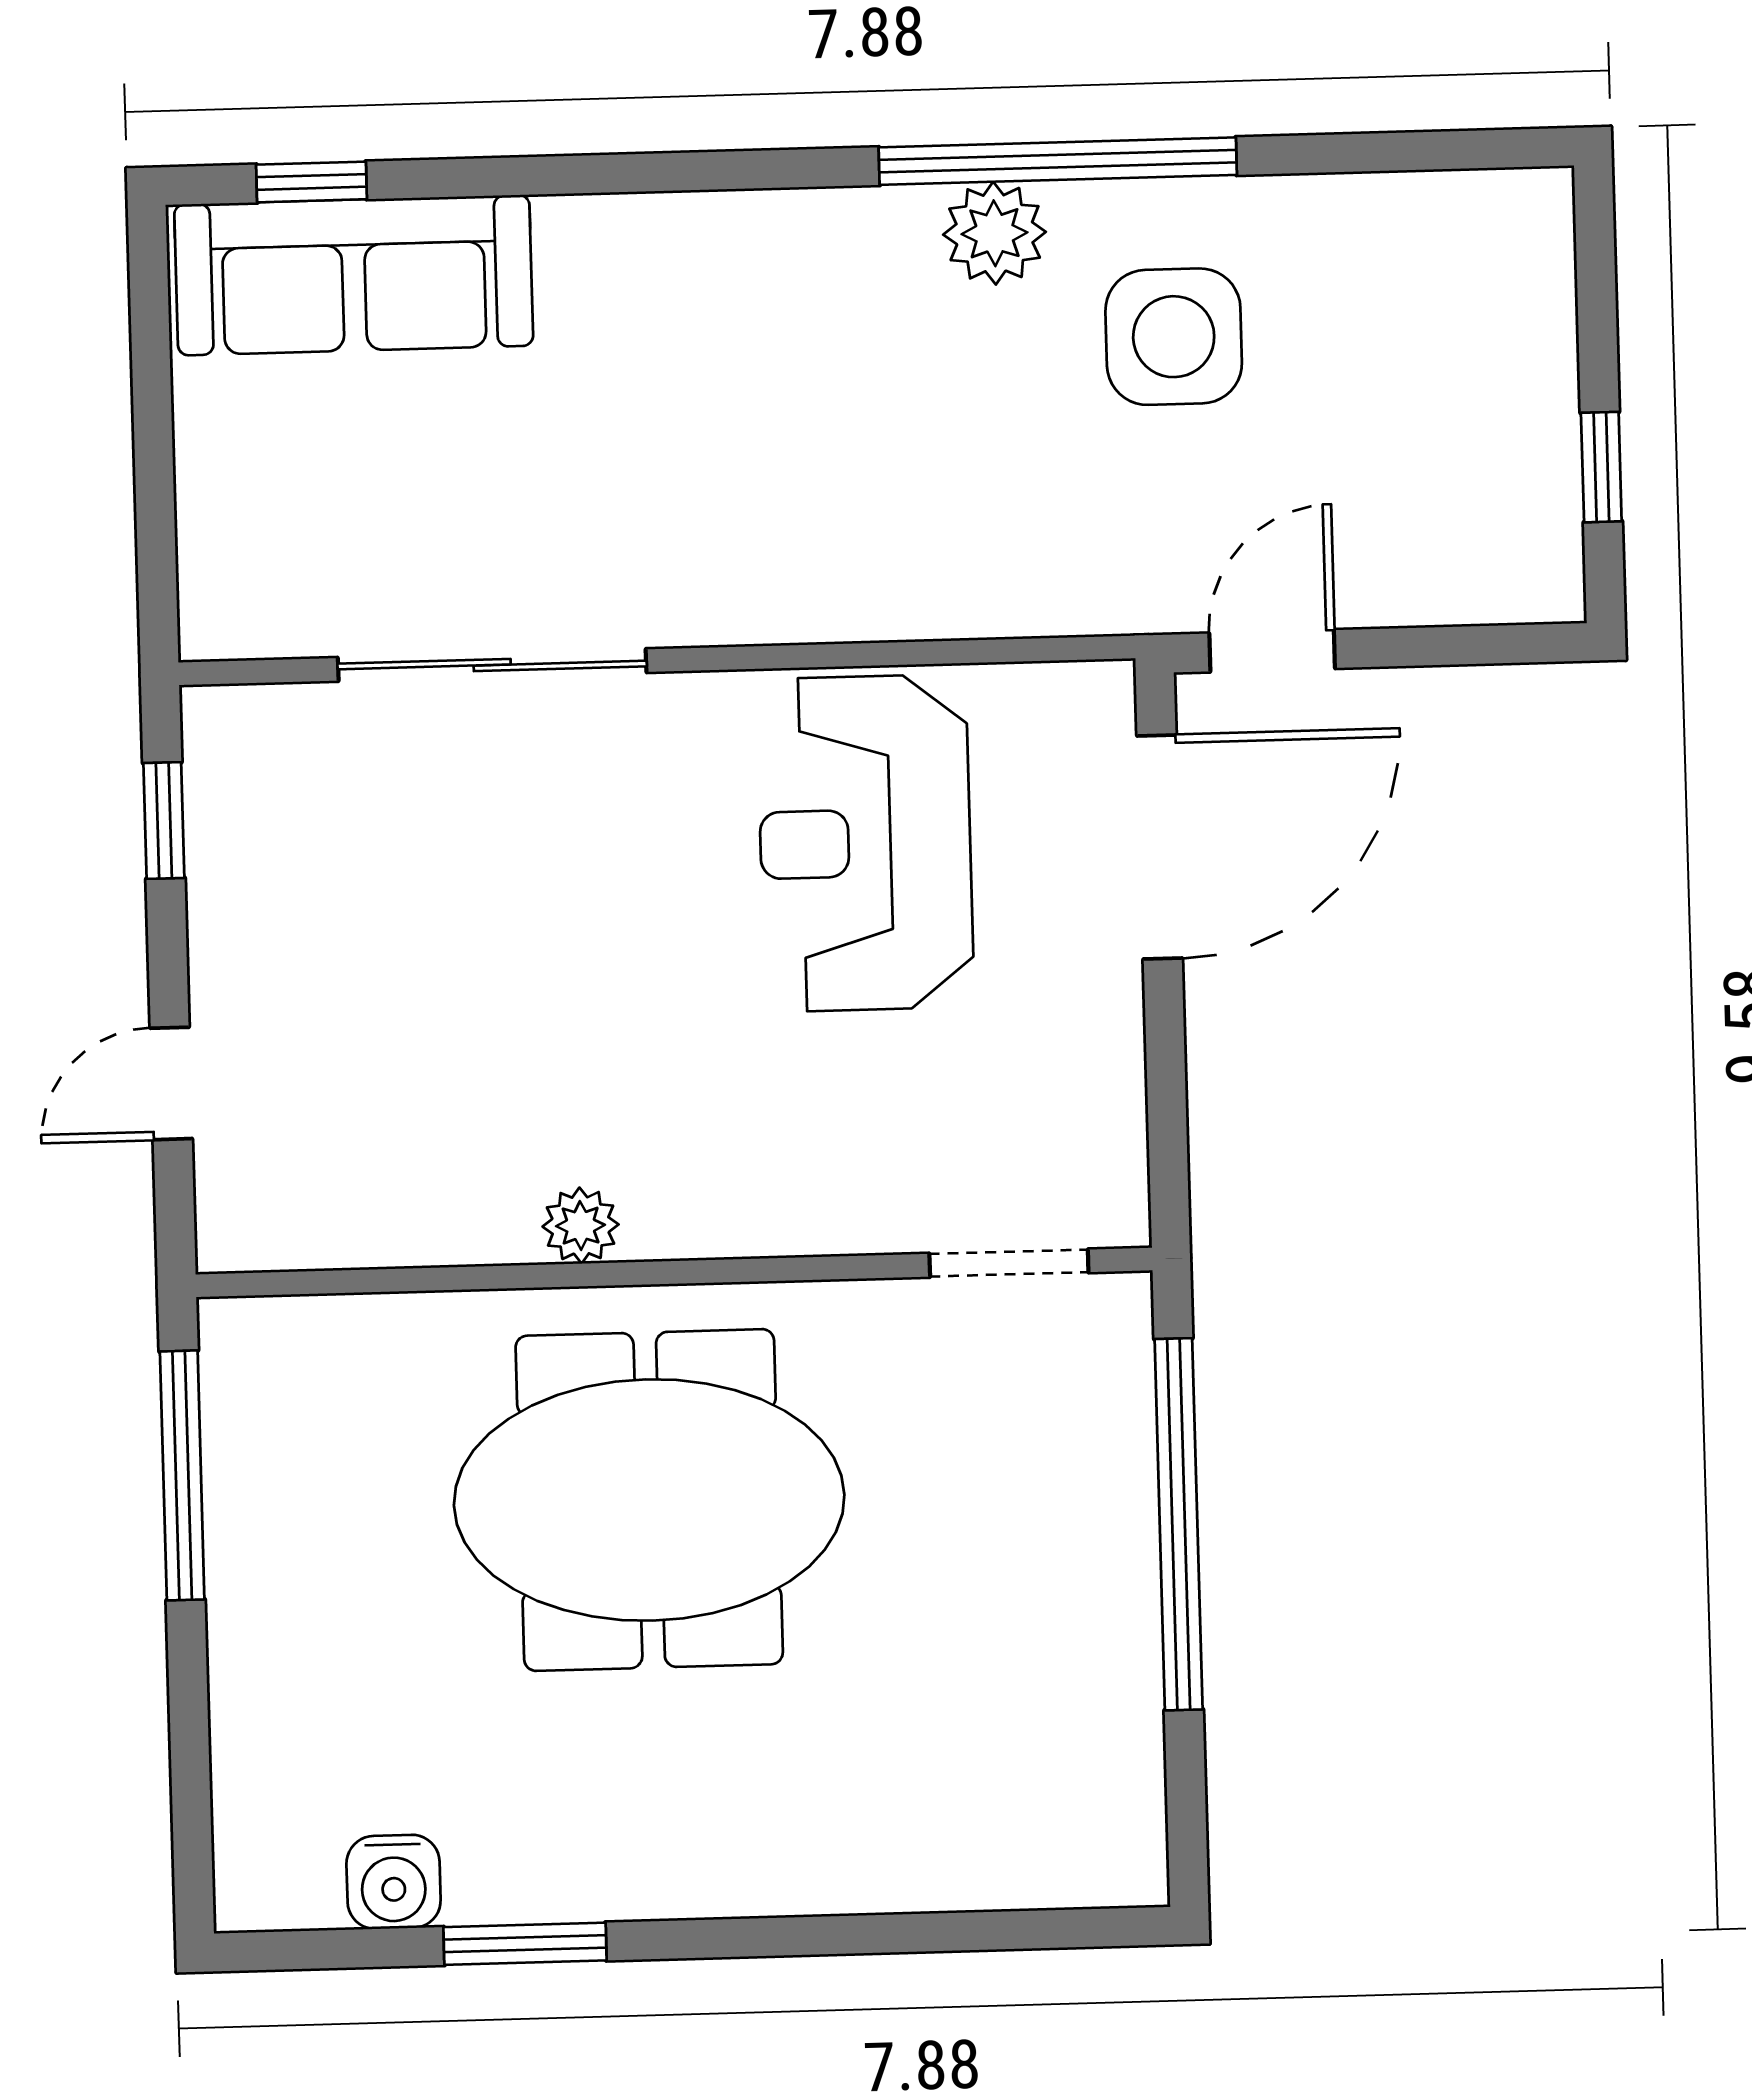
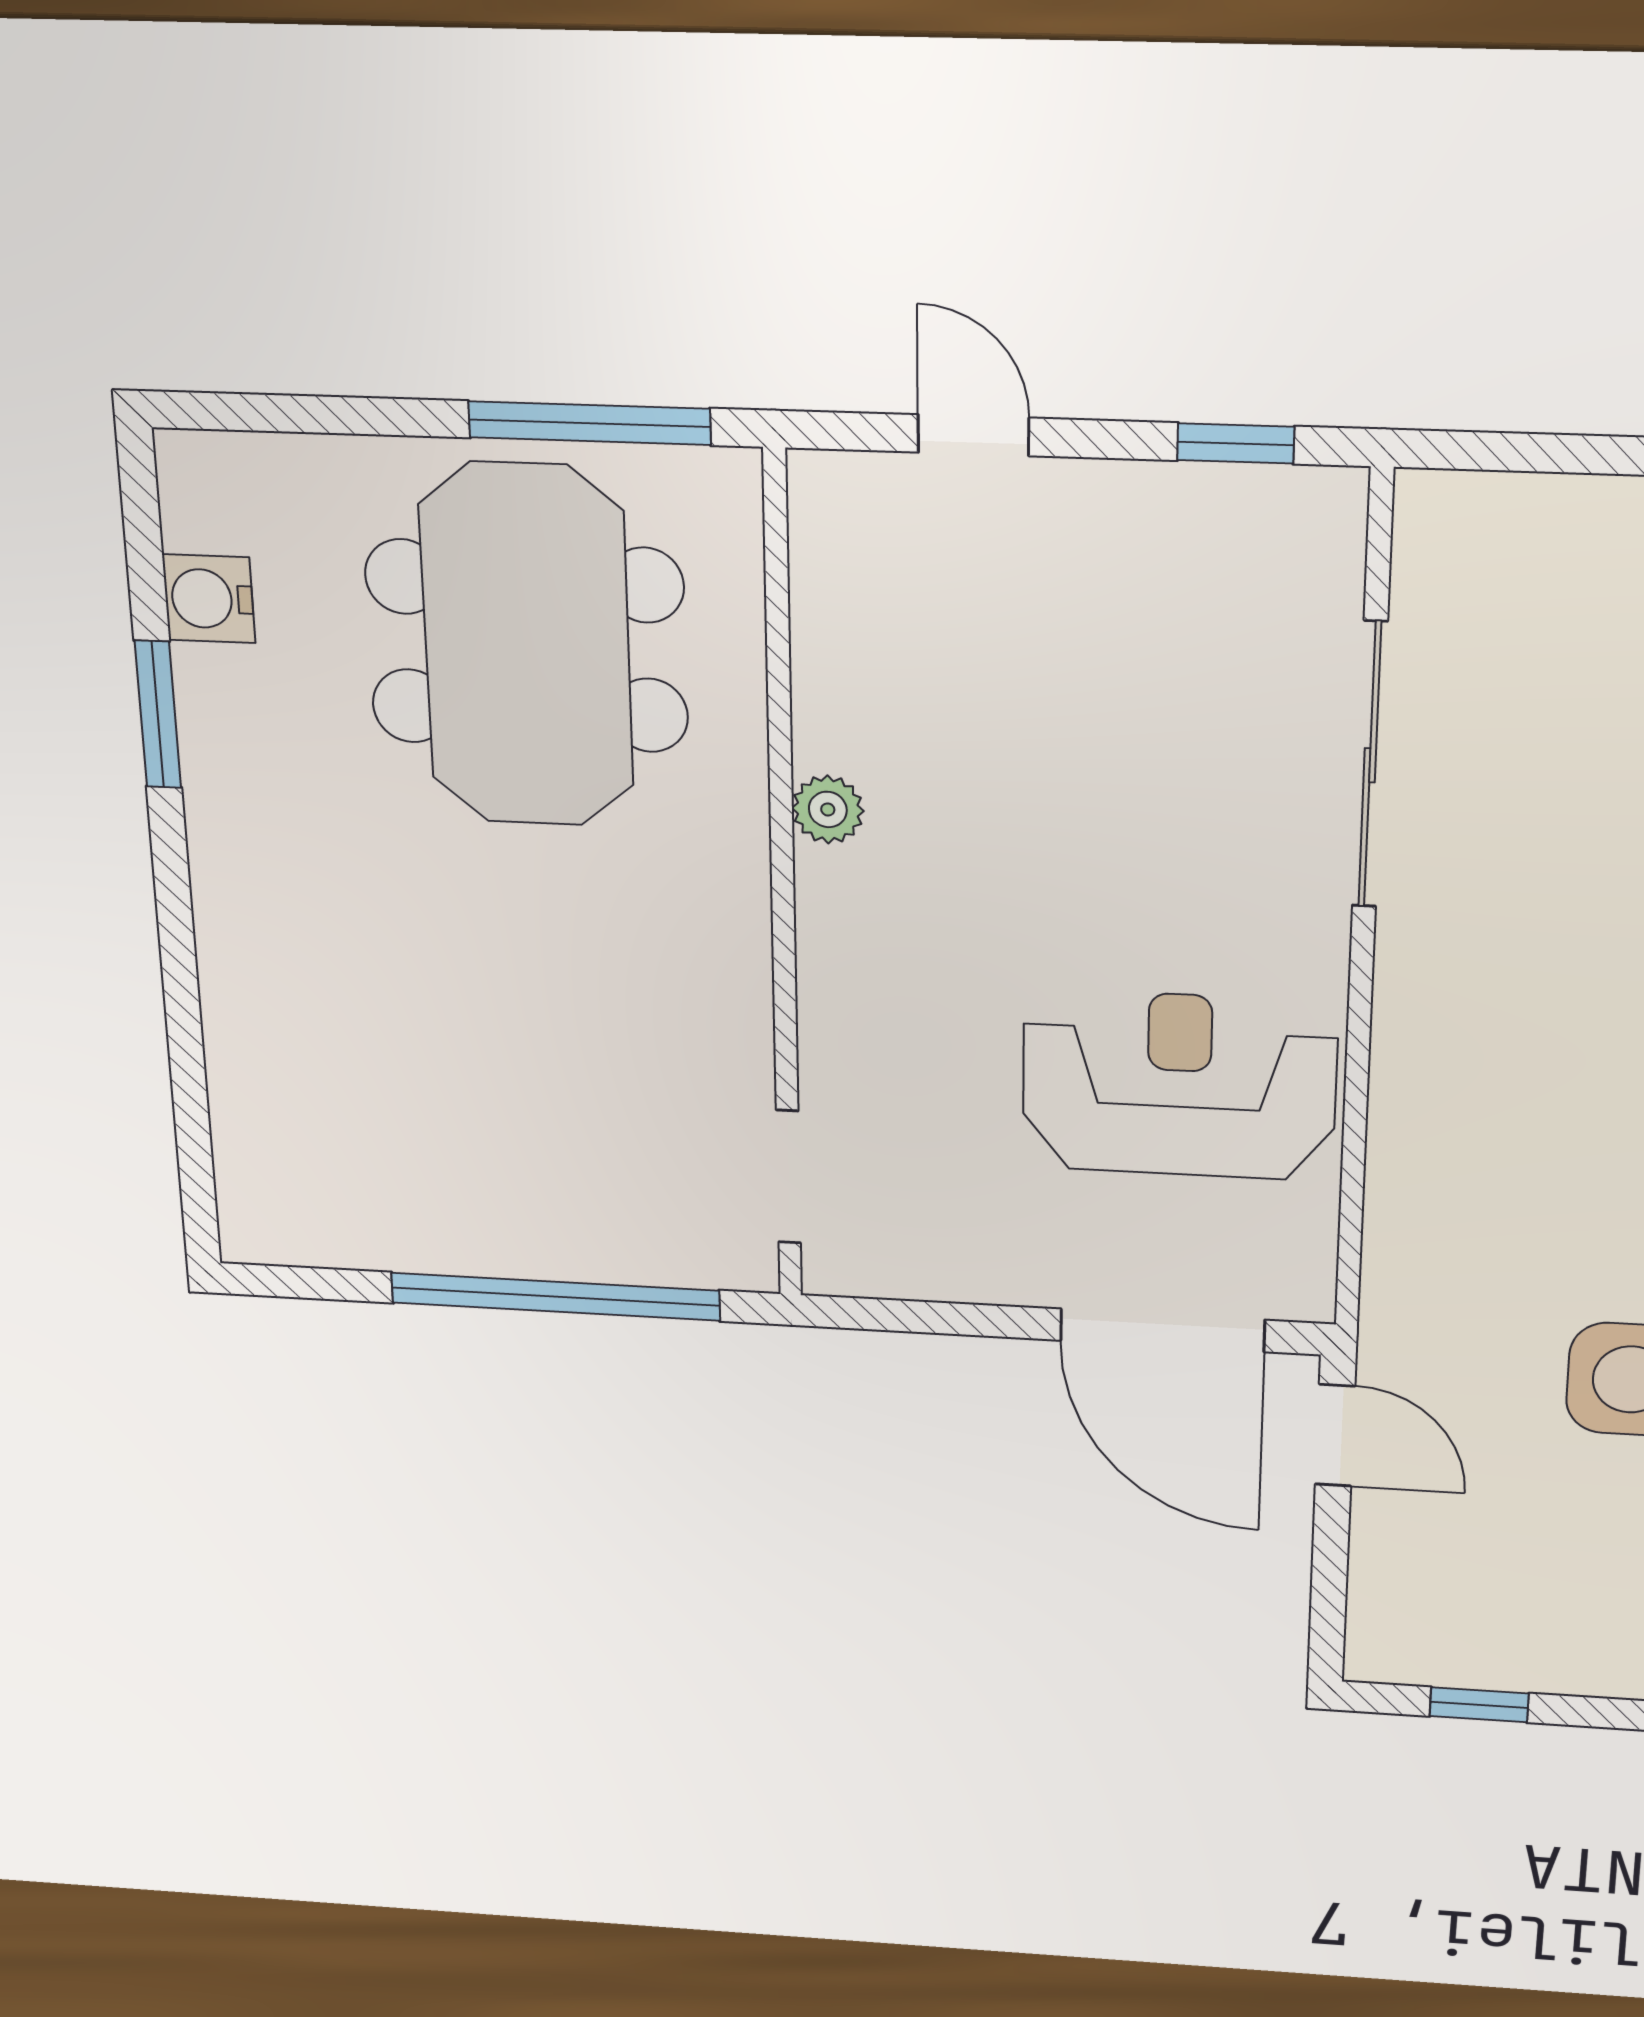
meeting table: (649, 1500) -> (527, 646), moved

